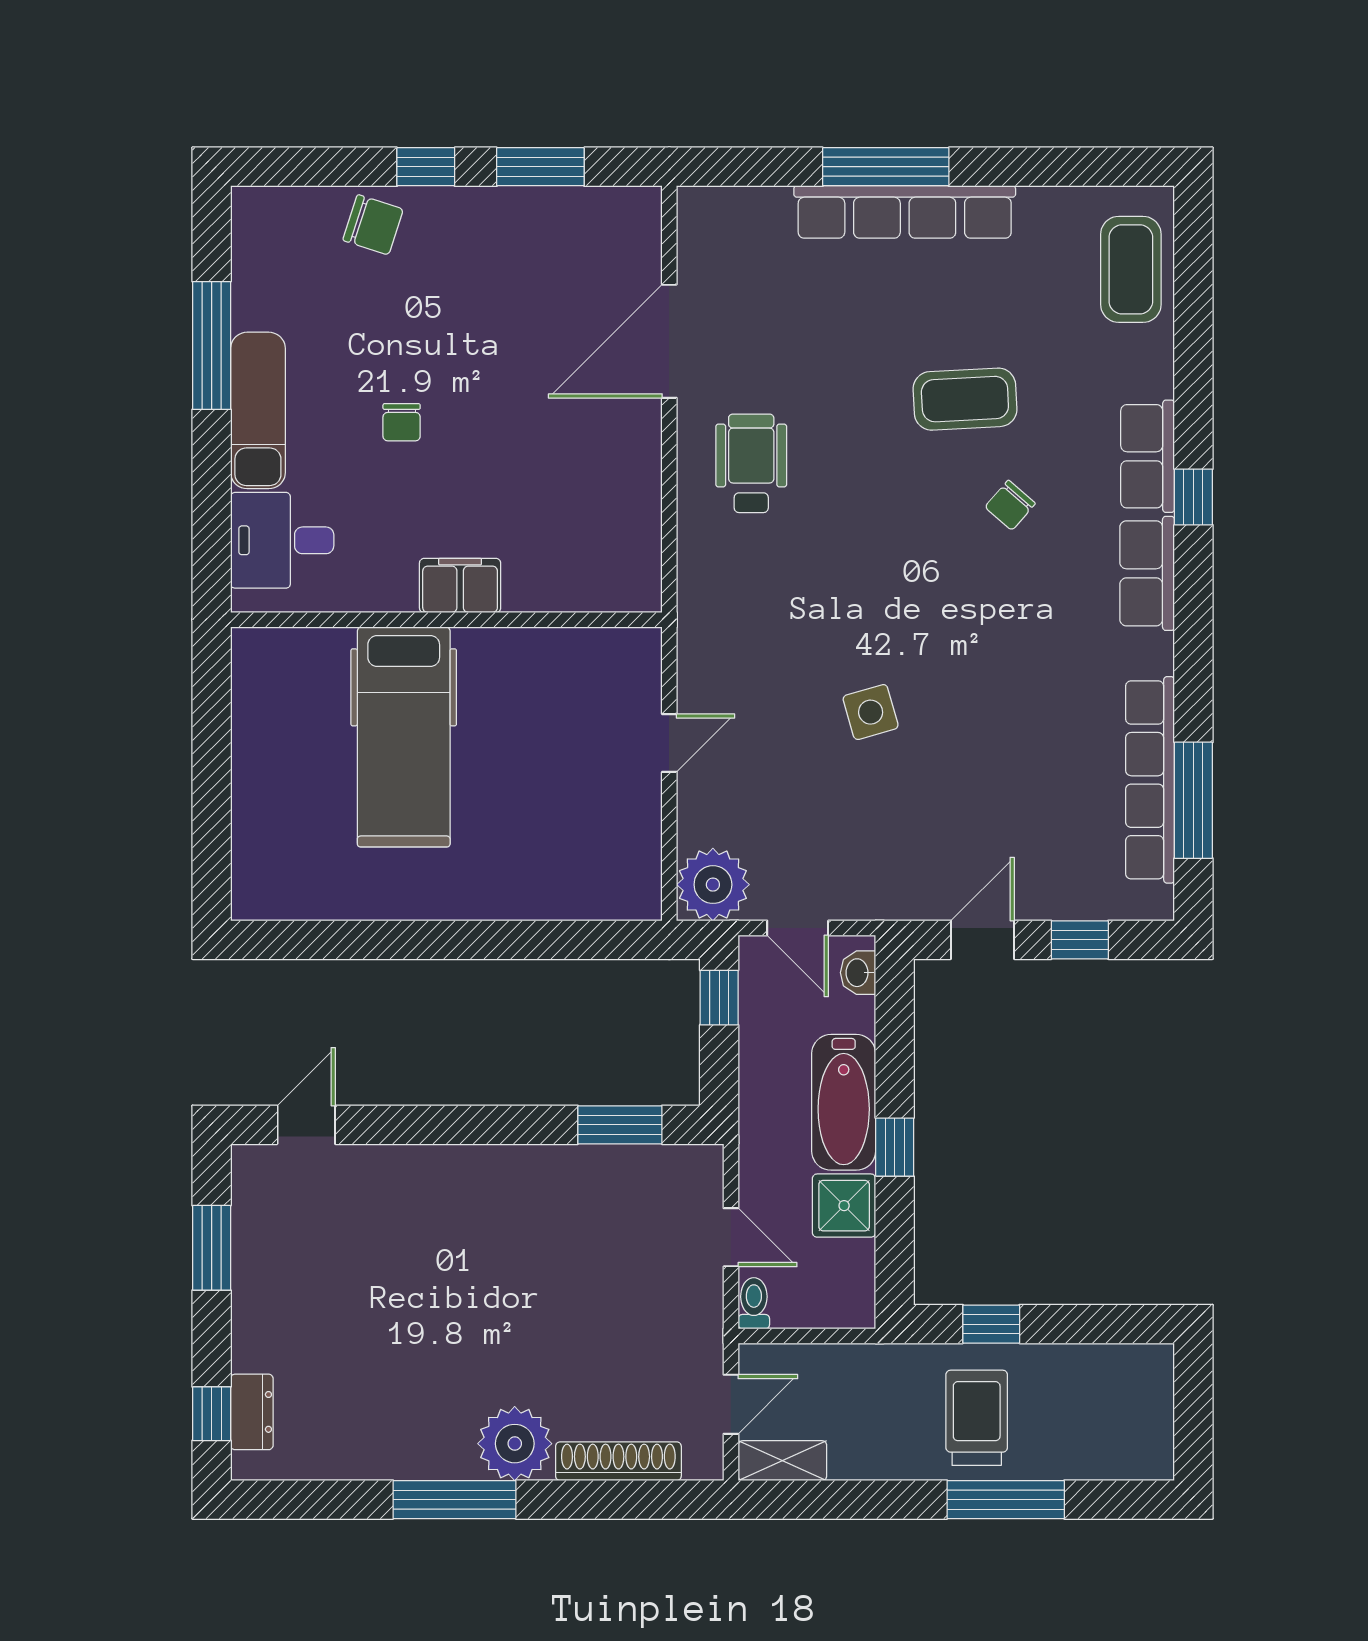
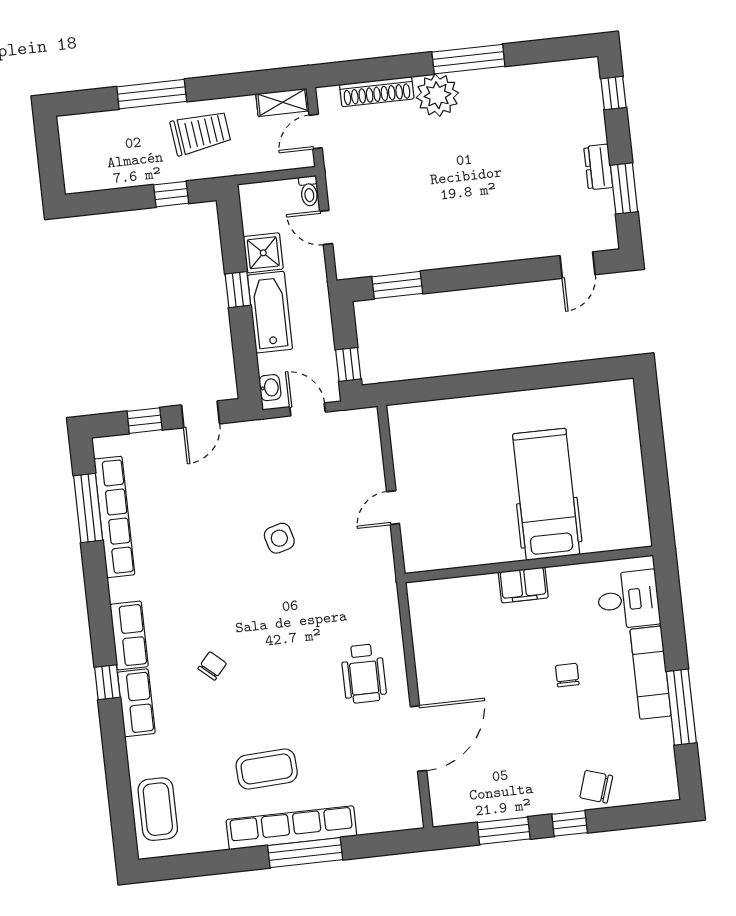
coffee table: (965, 399) -> (267, 769), moved
plant: (713, 885) -> (359, 429), removed
dresser: (252, 1412) -> (598, 167), moved
trolley: (977, 1418) -> (200, 133), moved, turned -97

